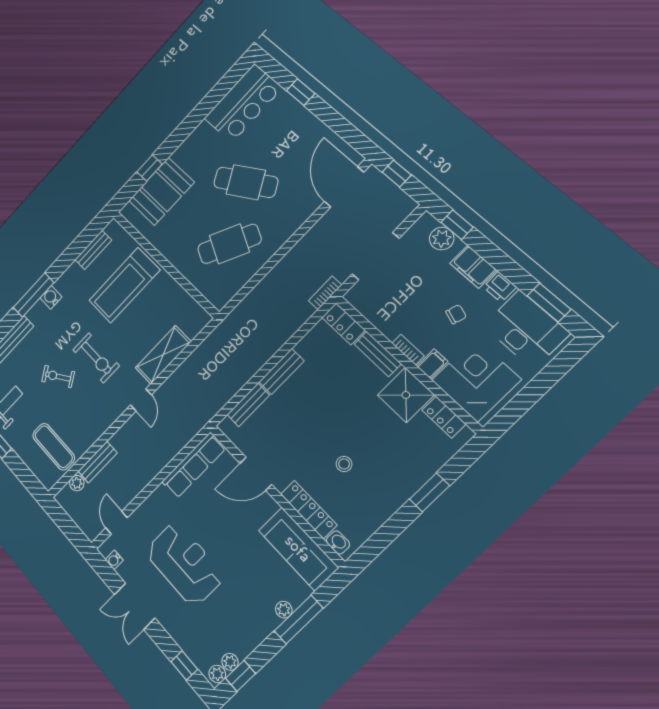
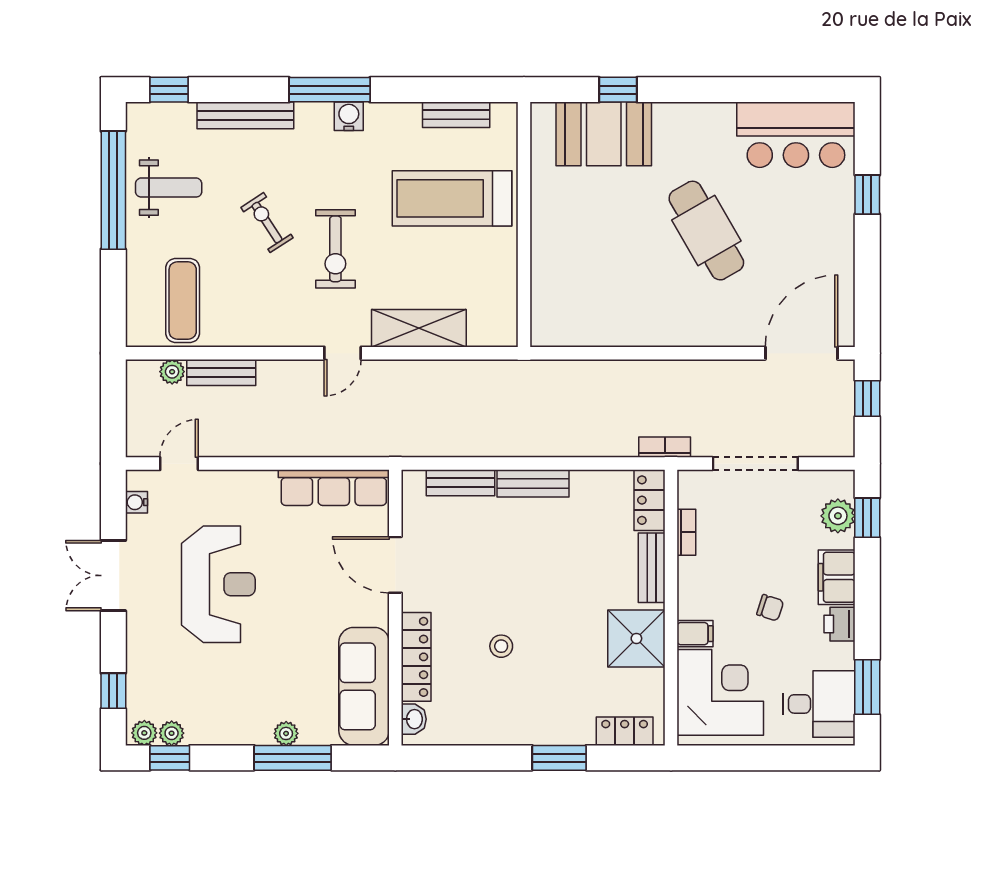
cafe table: (229, 244) -> (618, 281), removed
desk: (526, 329) -> (819, 704), width x0.73
bookcase: (408, 350) -> (686, 532), moved
locker: (444, 417) -> (625, 731), moved, turned 90

